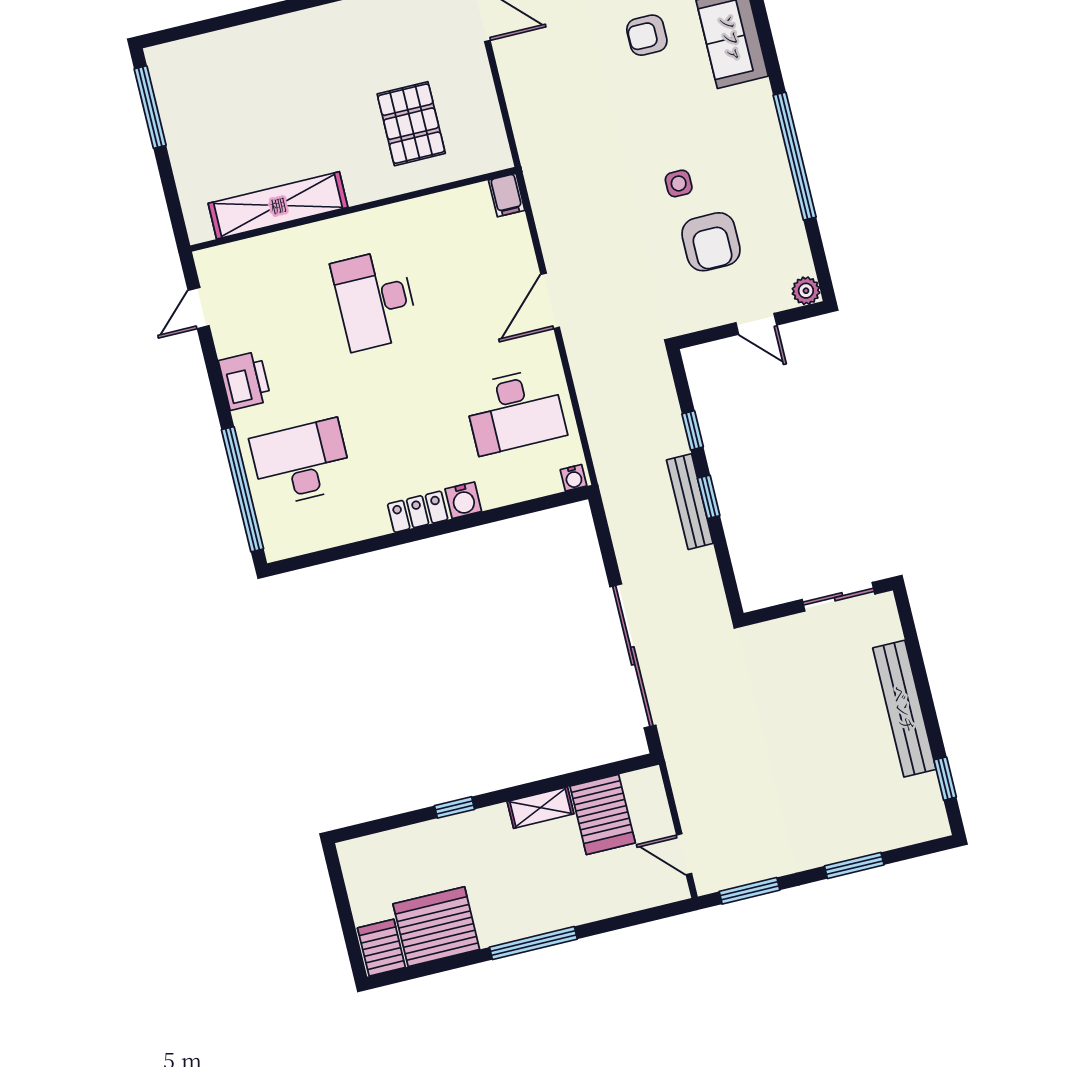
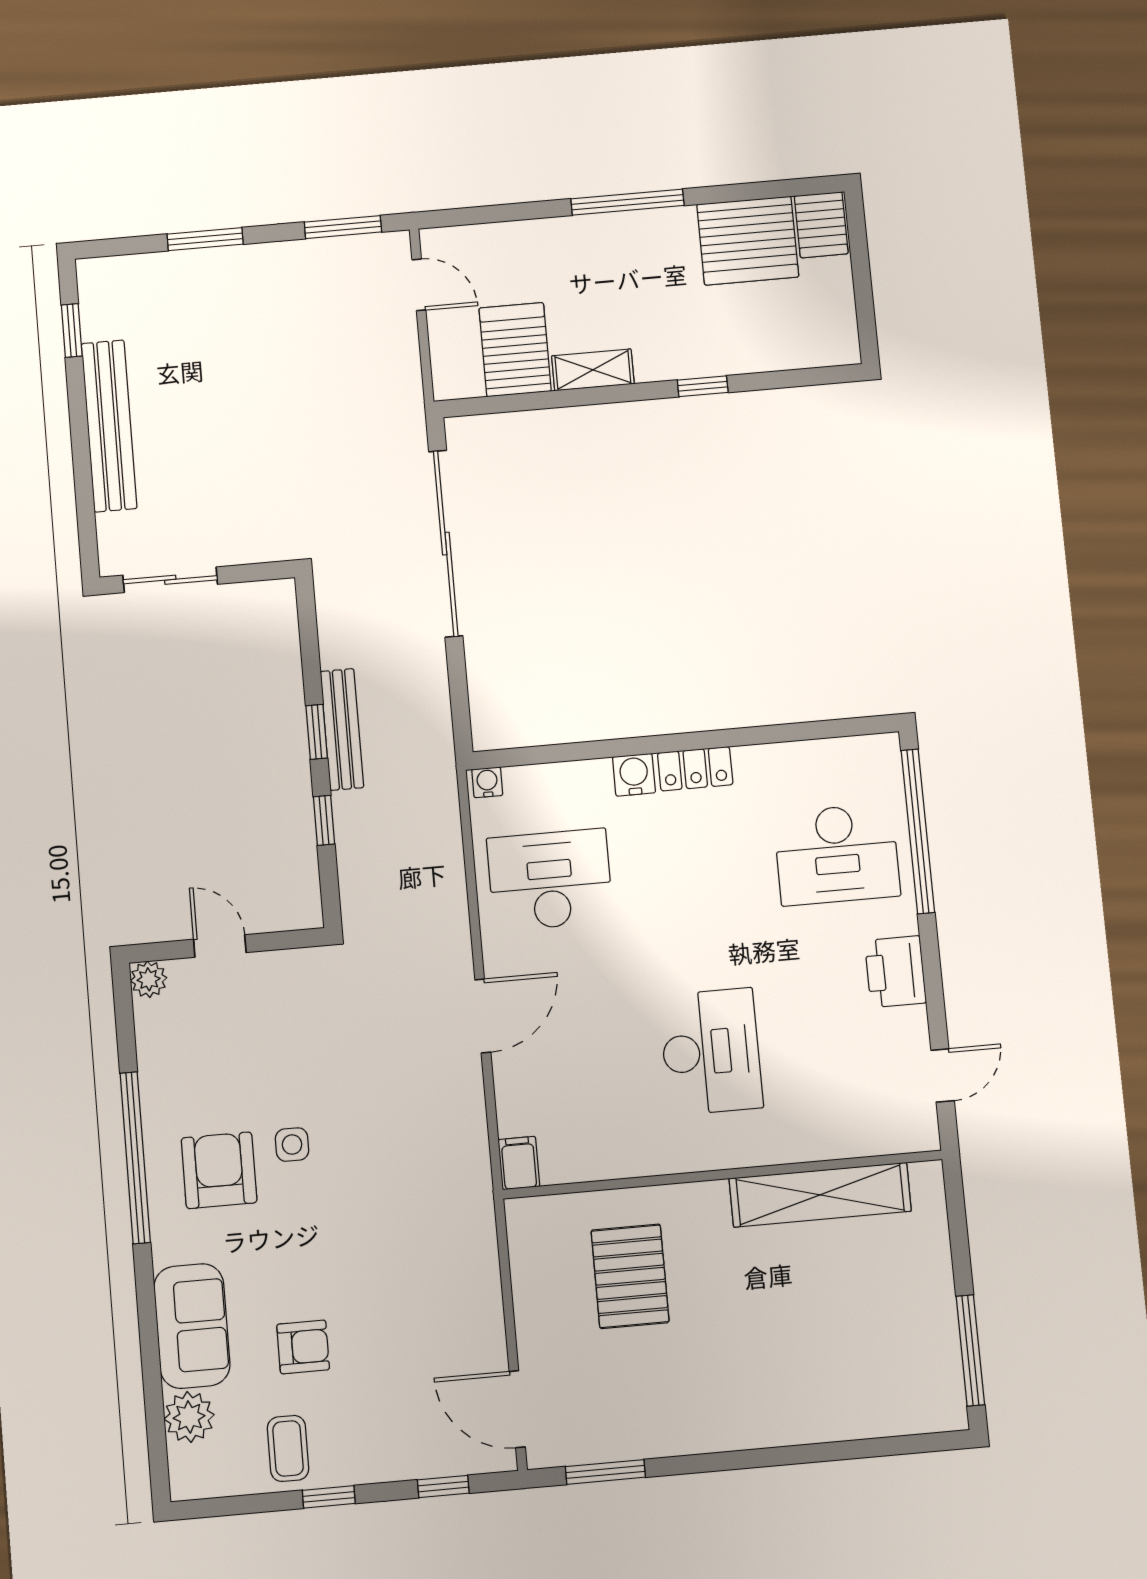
armchair: (711, 242) -> (219, 1170), moved

